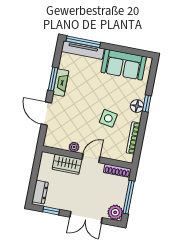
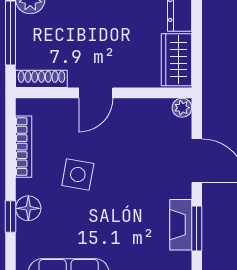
plant: (74, 147) -> (182, 108), moved
wardrobe: (67, 164) -> (176, 60), moved, turned -90

